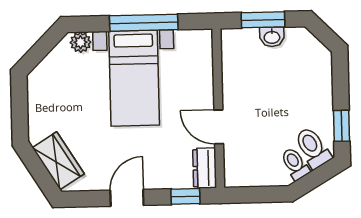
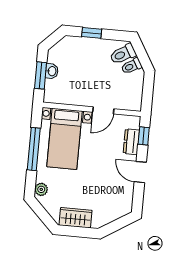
bed with nightstands: (134, 78) -> (64, 139), moved, turned 90
window: (342, 126) -> (92, 33), moved
wardrobe: (58, 161) -> (76, 218), moved, turned 32
dresser: (205, 168) -> (131, 142), moved, turned 90

